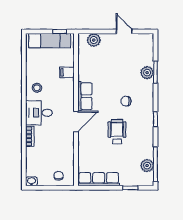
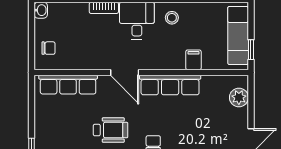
row of seats: (85, 96) -> (170, 85), width x1.48
row of seats: (99, 179) -> (68, 85), moved, turned 90

